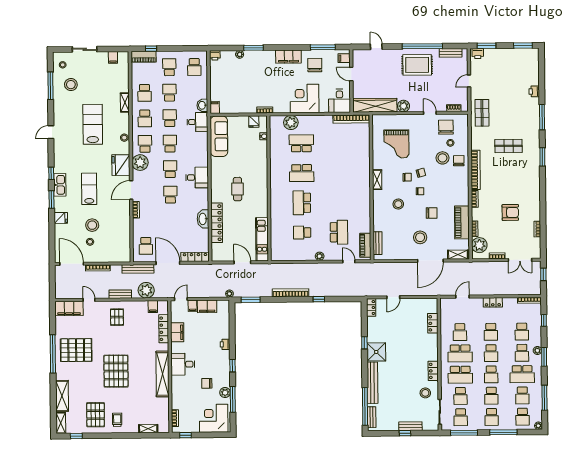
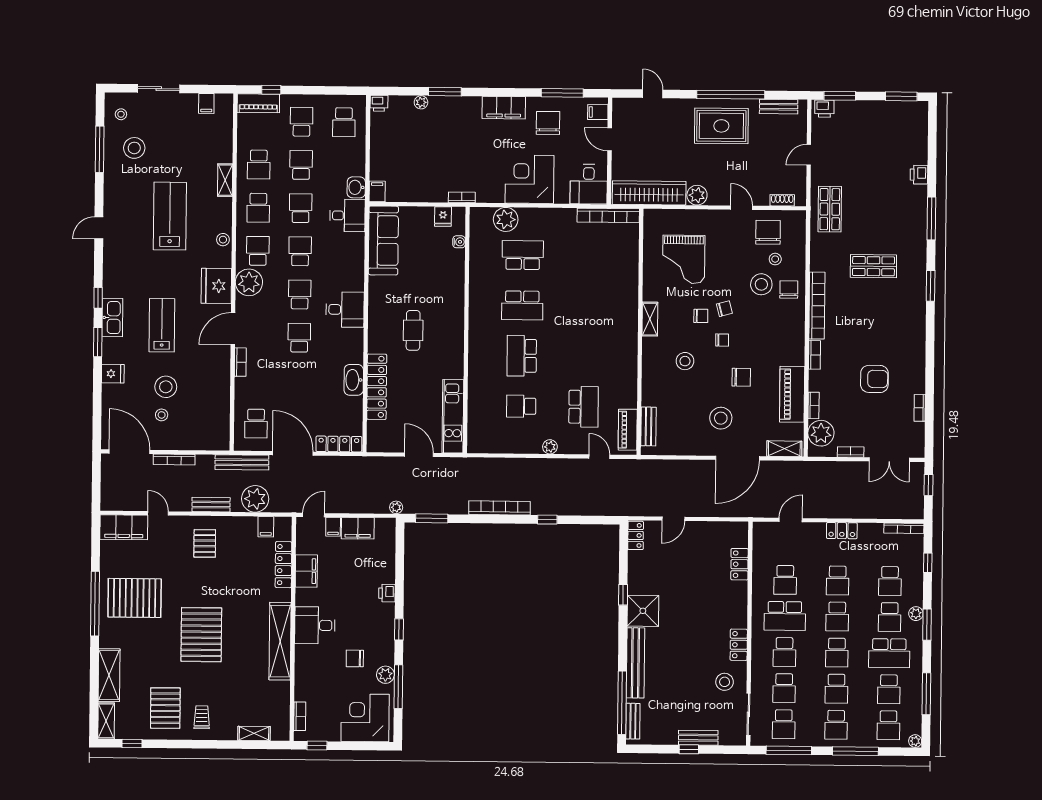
school desk: (460, 375) -> (784, 652), width x0.54

